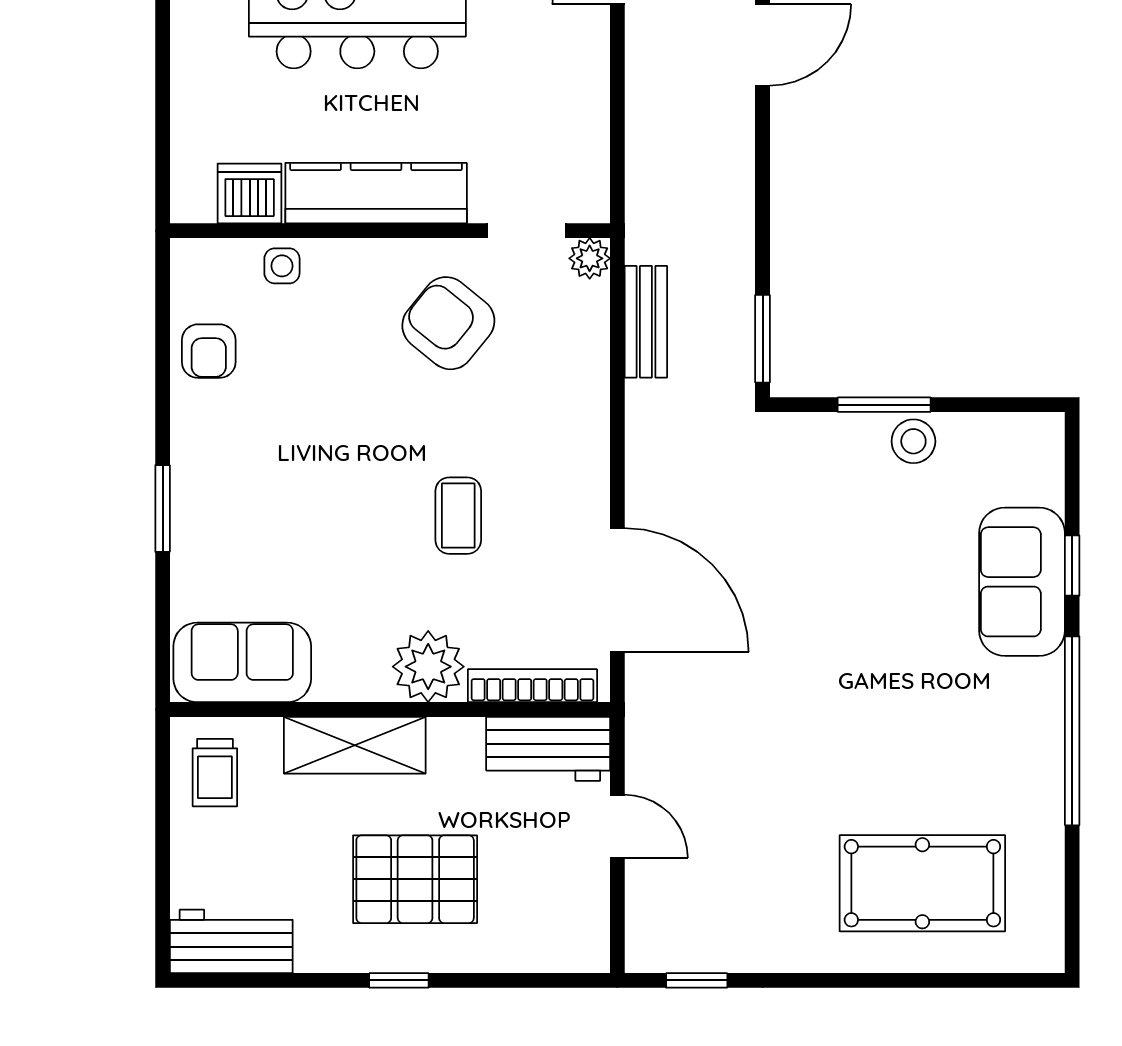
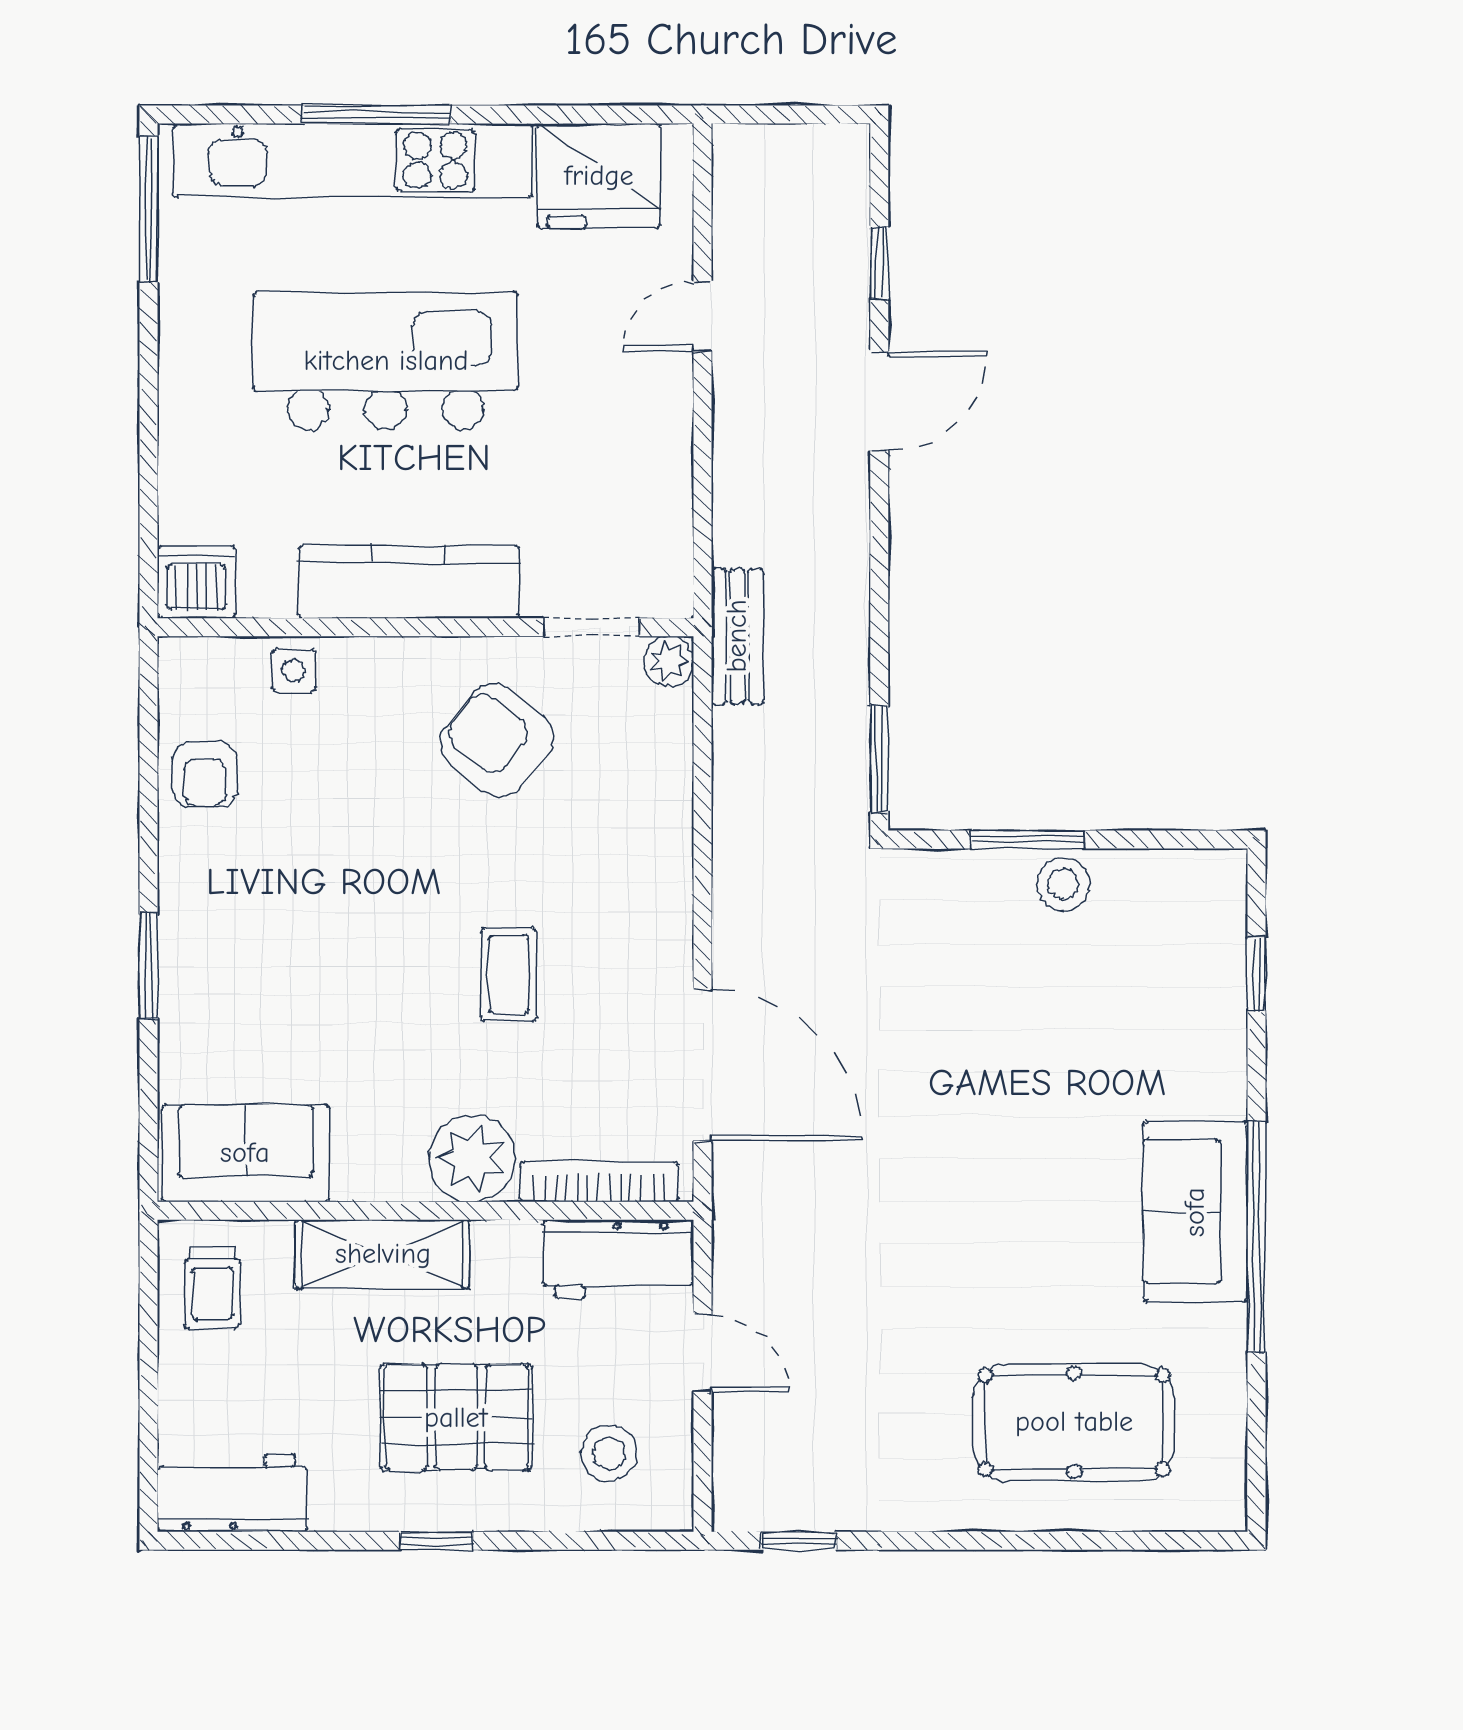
dishwasher: (250, 193) -> (196, 582), moved
bench: (646, 322) -> (737, 636), moved
window: (1072, 566) -> (1257, 974), moved
sofa: (1022, 582) -> (1195, 1212), moved
stool: (541, 909) -> (609, 1453), added

